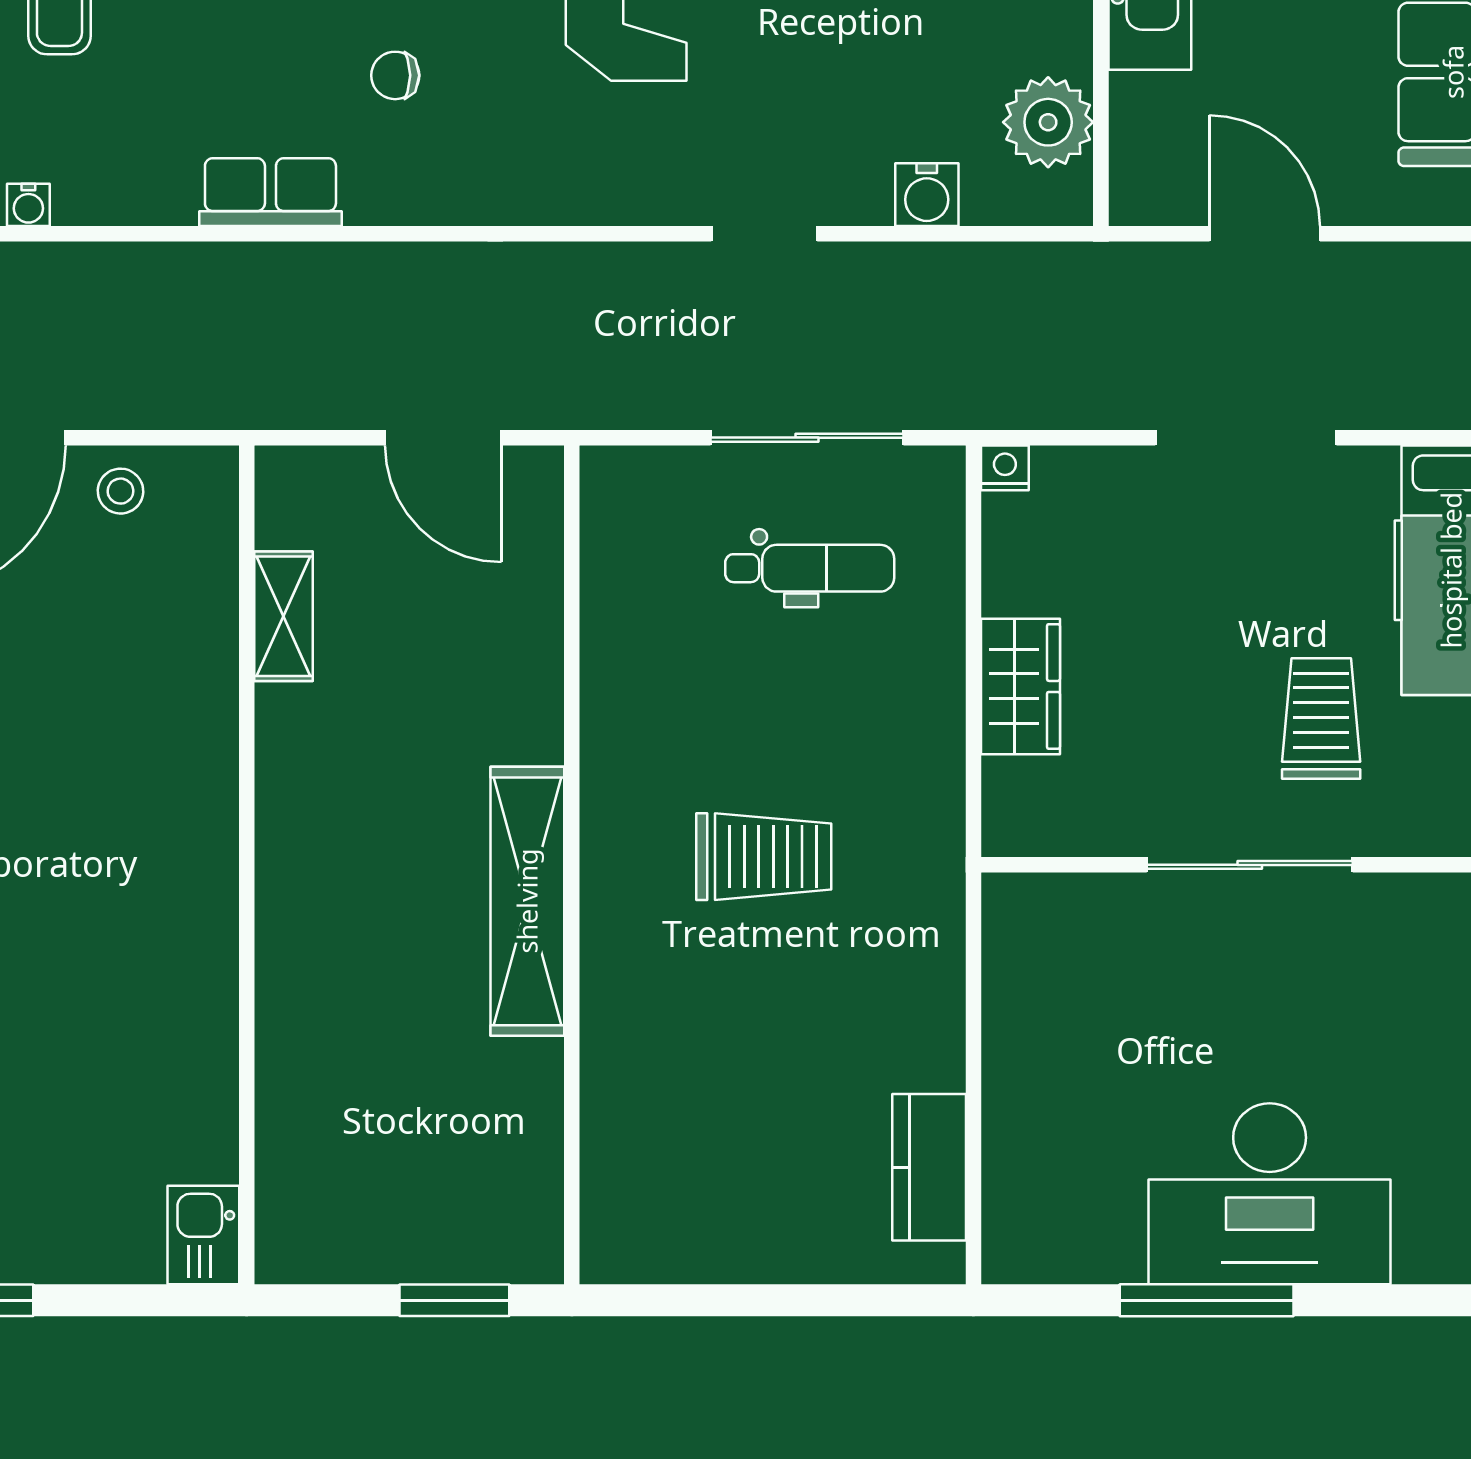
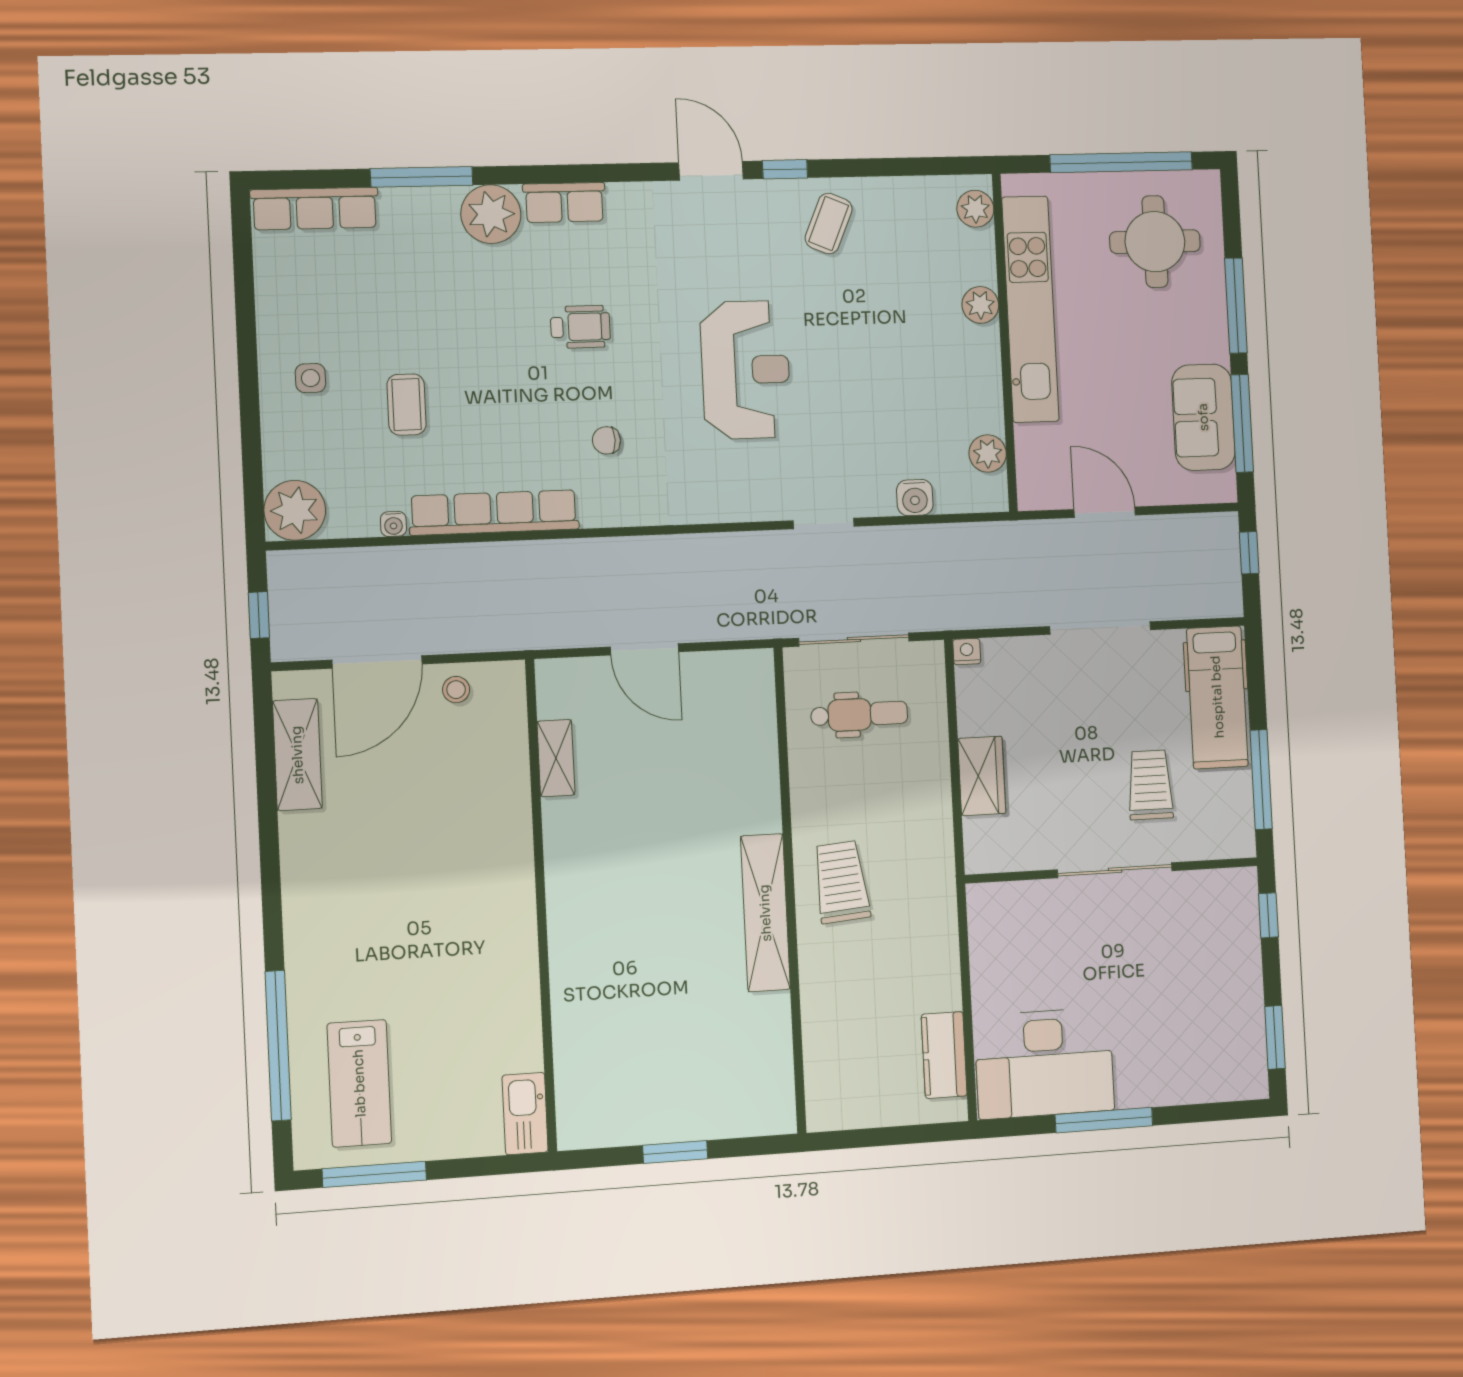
plant: (1048, 122) -> (988, 453), width x0.73, depth x0.73
row of seats: (270, 192) -> (494, 513), width x2.02
trolley: (764, 857) -> (841, 882), turned -95
wall: (572, 865) -> (790, 890), moved
shelving: (527, 901) -> (765, 913), moved
desk: (1270, 1194) -> (1044, 1063), moved
kitchen sink: (203, 1235) -> (525, 1114), width x1.38

